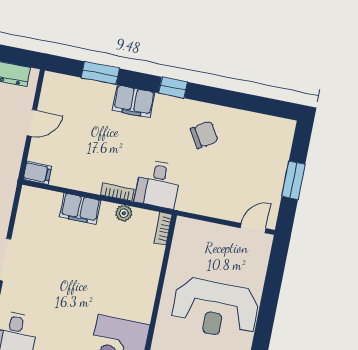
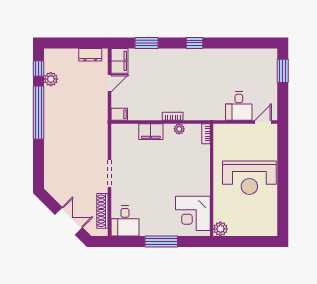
filing cabinet: (134, 101) -> (119, 61), moved, turned -90
chair: (204, 135) -> (220, 69), removed
window: (293, 180) -> (283, 71), moved
desk: (158, 184) -> (239, 106), moved

